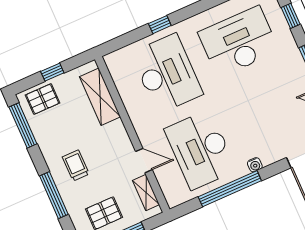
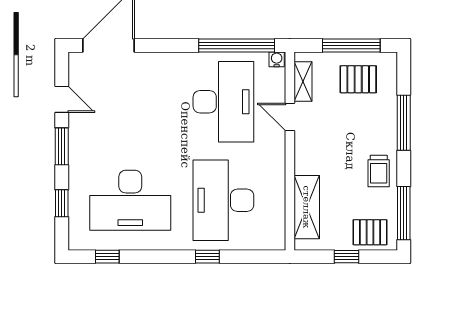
trolley: (76, 165) -> (379, 171), moved
water cooler: (255, 165) -> (277, 59), moved
window: (230, 189) -> (237, 45), moved

